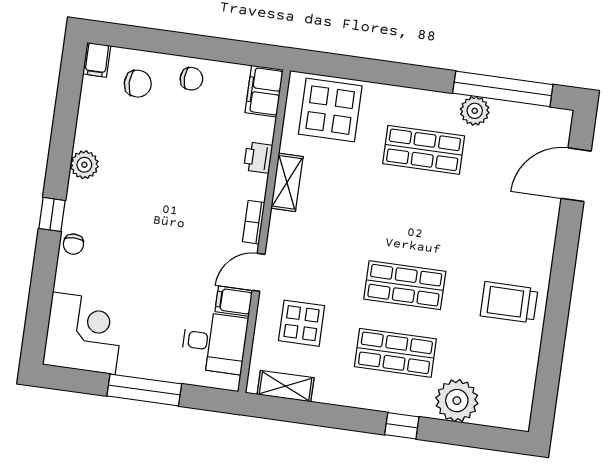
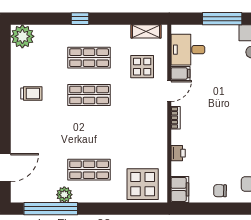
shelving: (287, 182) -> (161, 142), removed
trolley: (509, 302) -> (31, 94), width x0.73, depth x0.72
plant: (457, 401) -> (22, 36), moved

